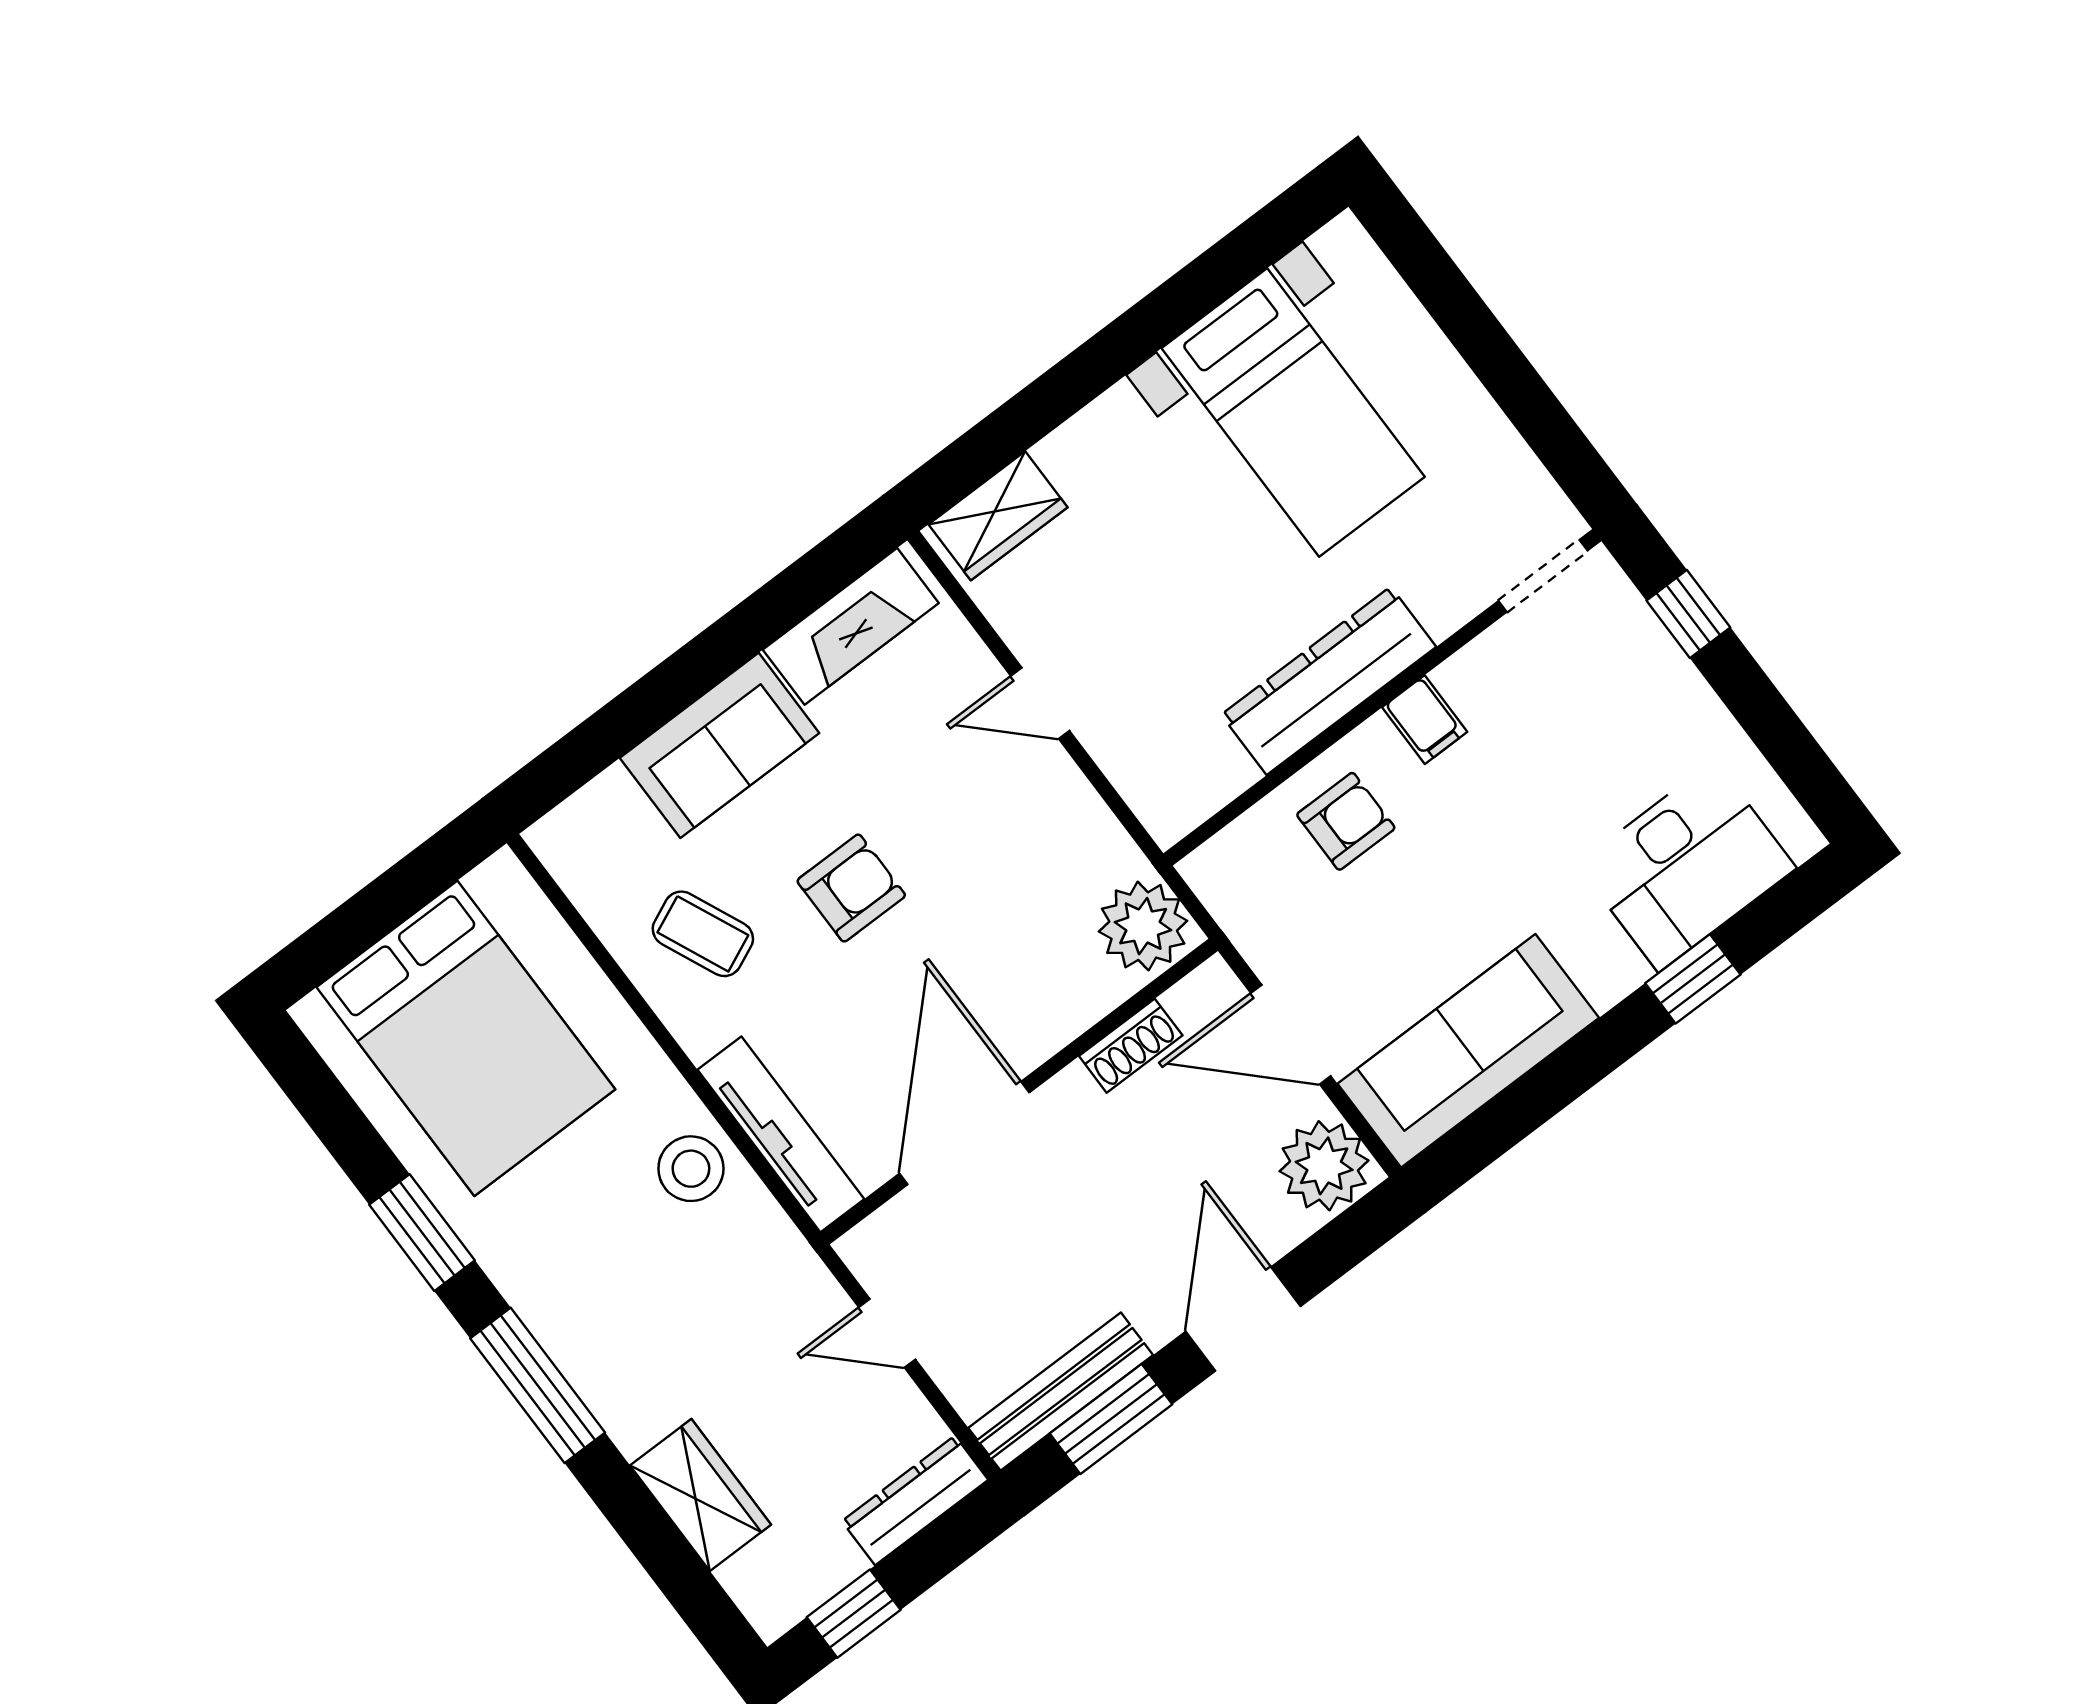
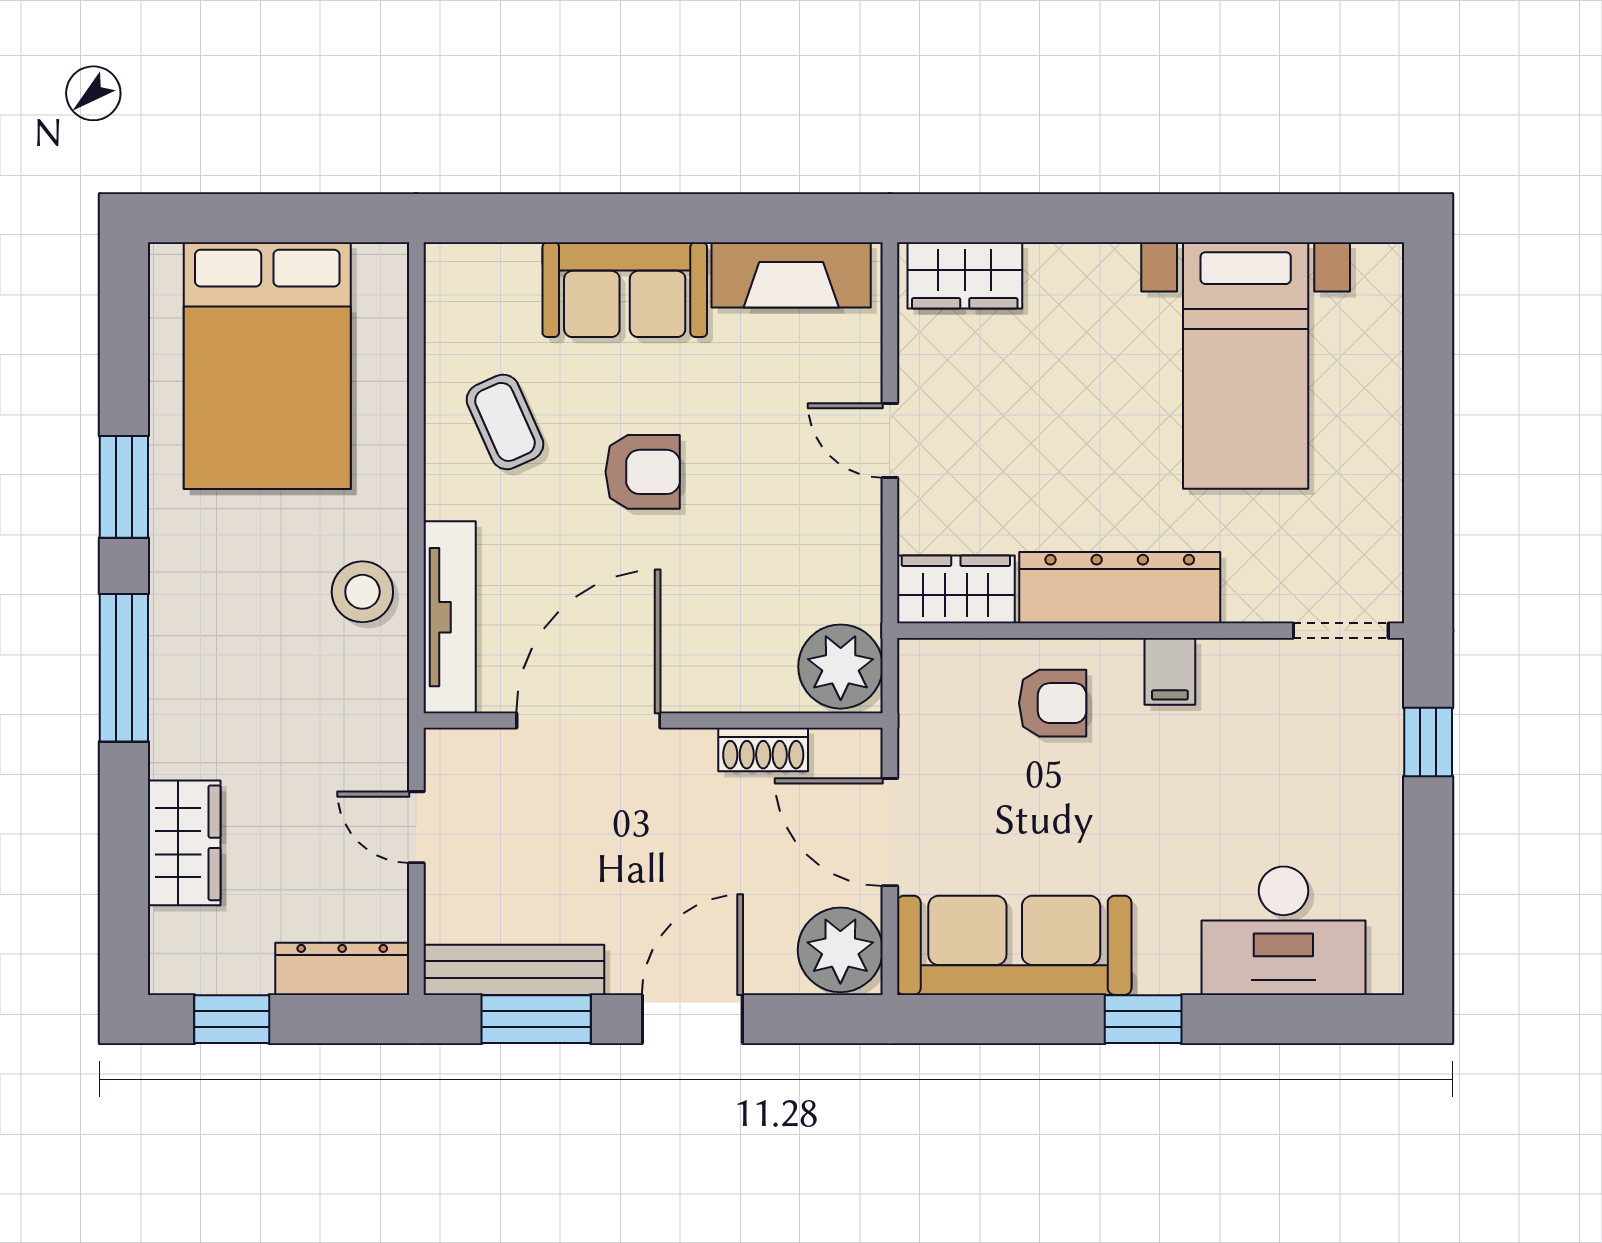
wardrobe: (1191, 787) -> (956, 589), added
window: (1693, 979) -> (1143, 1019), moved

